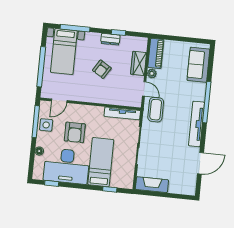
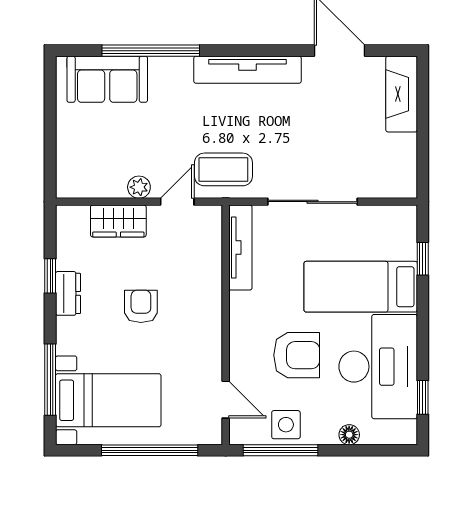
piano: (156, 53) -> (91, 183), removed
armchair: (102, 69) -> (141, 306), turned -122
window: (207, 102) -> (151, 51), moved
fireplace: (152, 185) -> (402, 94), moved

